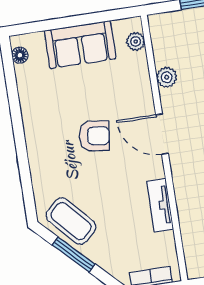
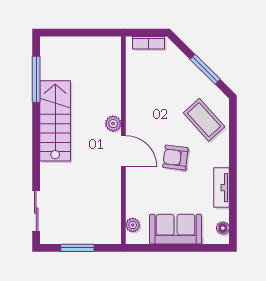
plant: (167, 77) -> (113, 124), moved
tv unit: (160, 205) -> (221, 188), moved, turned 180
coffee table: (71, 221) -> (204, 120), moved

